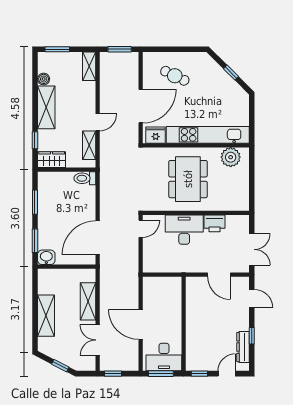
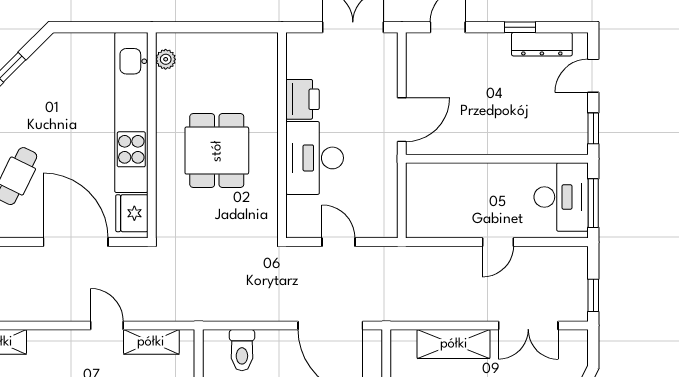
plant: (231, 157) -> (166, 59), width x0.53, depth x0.53
toilet: (85, 178) -> (242, 350), moved
dining table: (188, 179) -> (217, 151), width x0.73
door: (141, 229) -> (339, 242), moved
door: (219, 275) -> (402, 120), moved
door: (141, 324) -> (498, 242), width x0.53
door: (227, 374) -> (593, 76), hinge flipped

